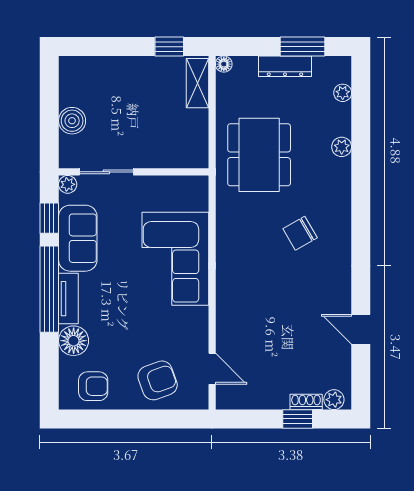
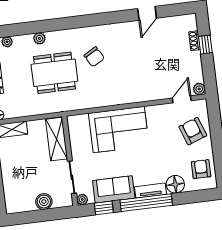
shelving: (172, 154) -> (56, 139), added
dining table: (259, 155) -> (54, 73), moved
plant: (334, 400) -> (199, 89), moved

